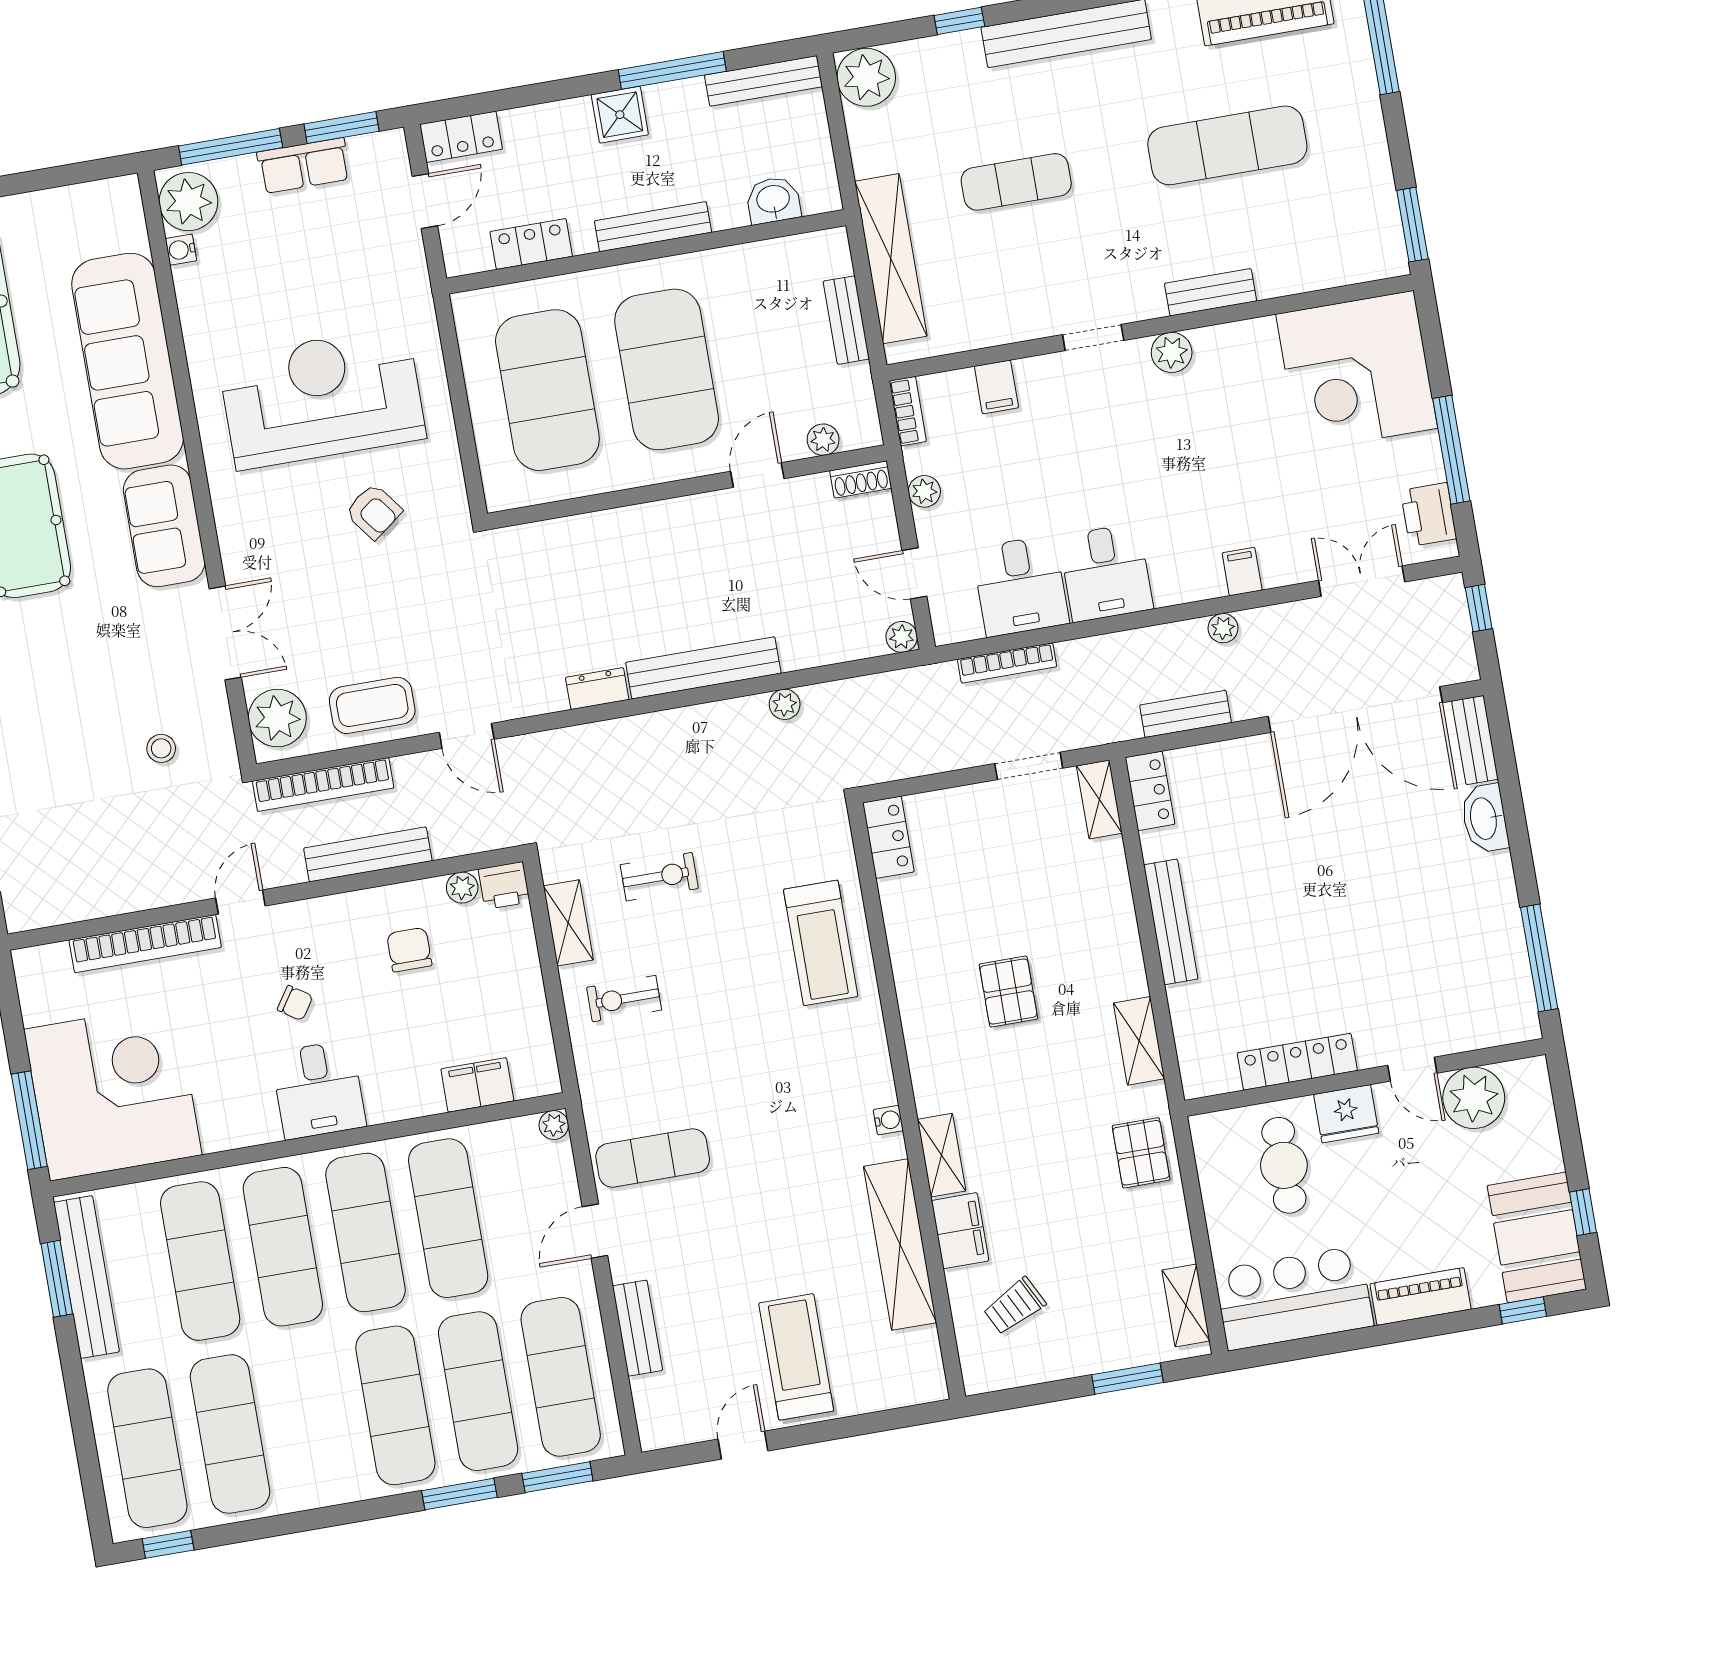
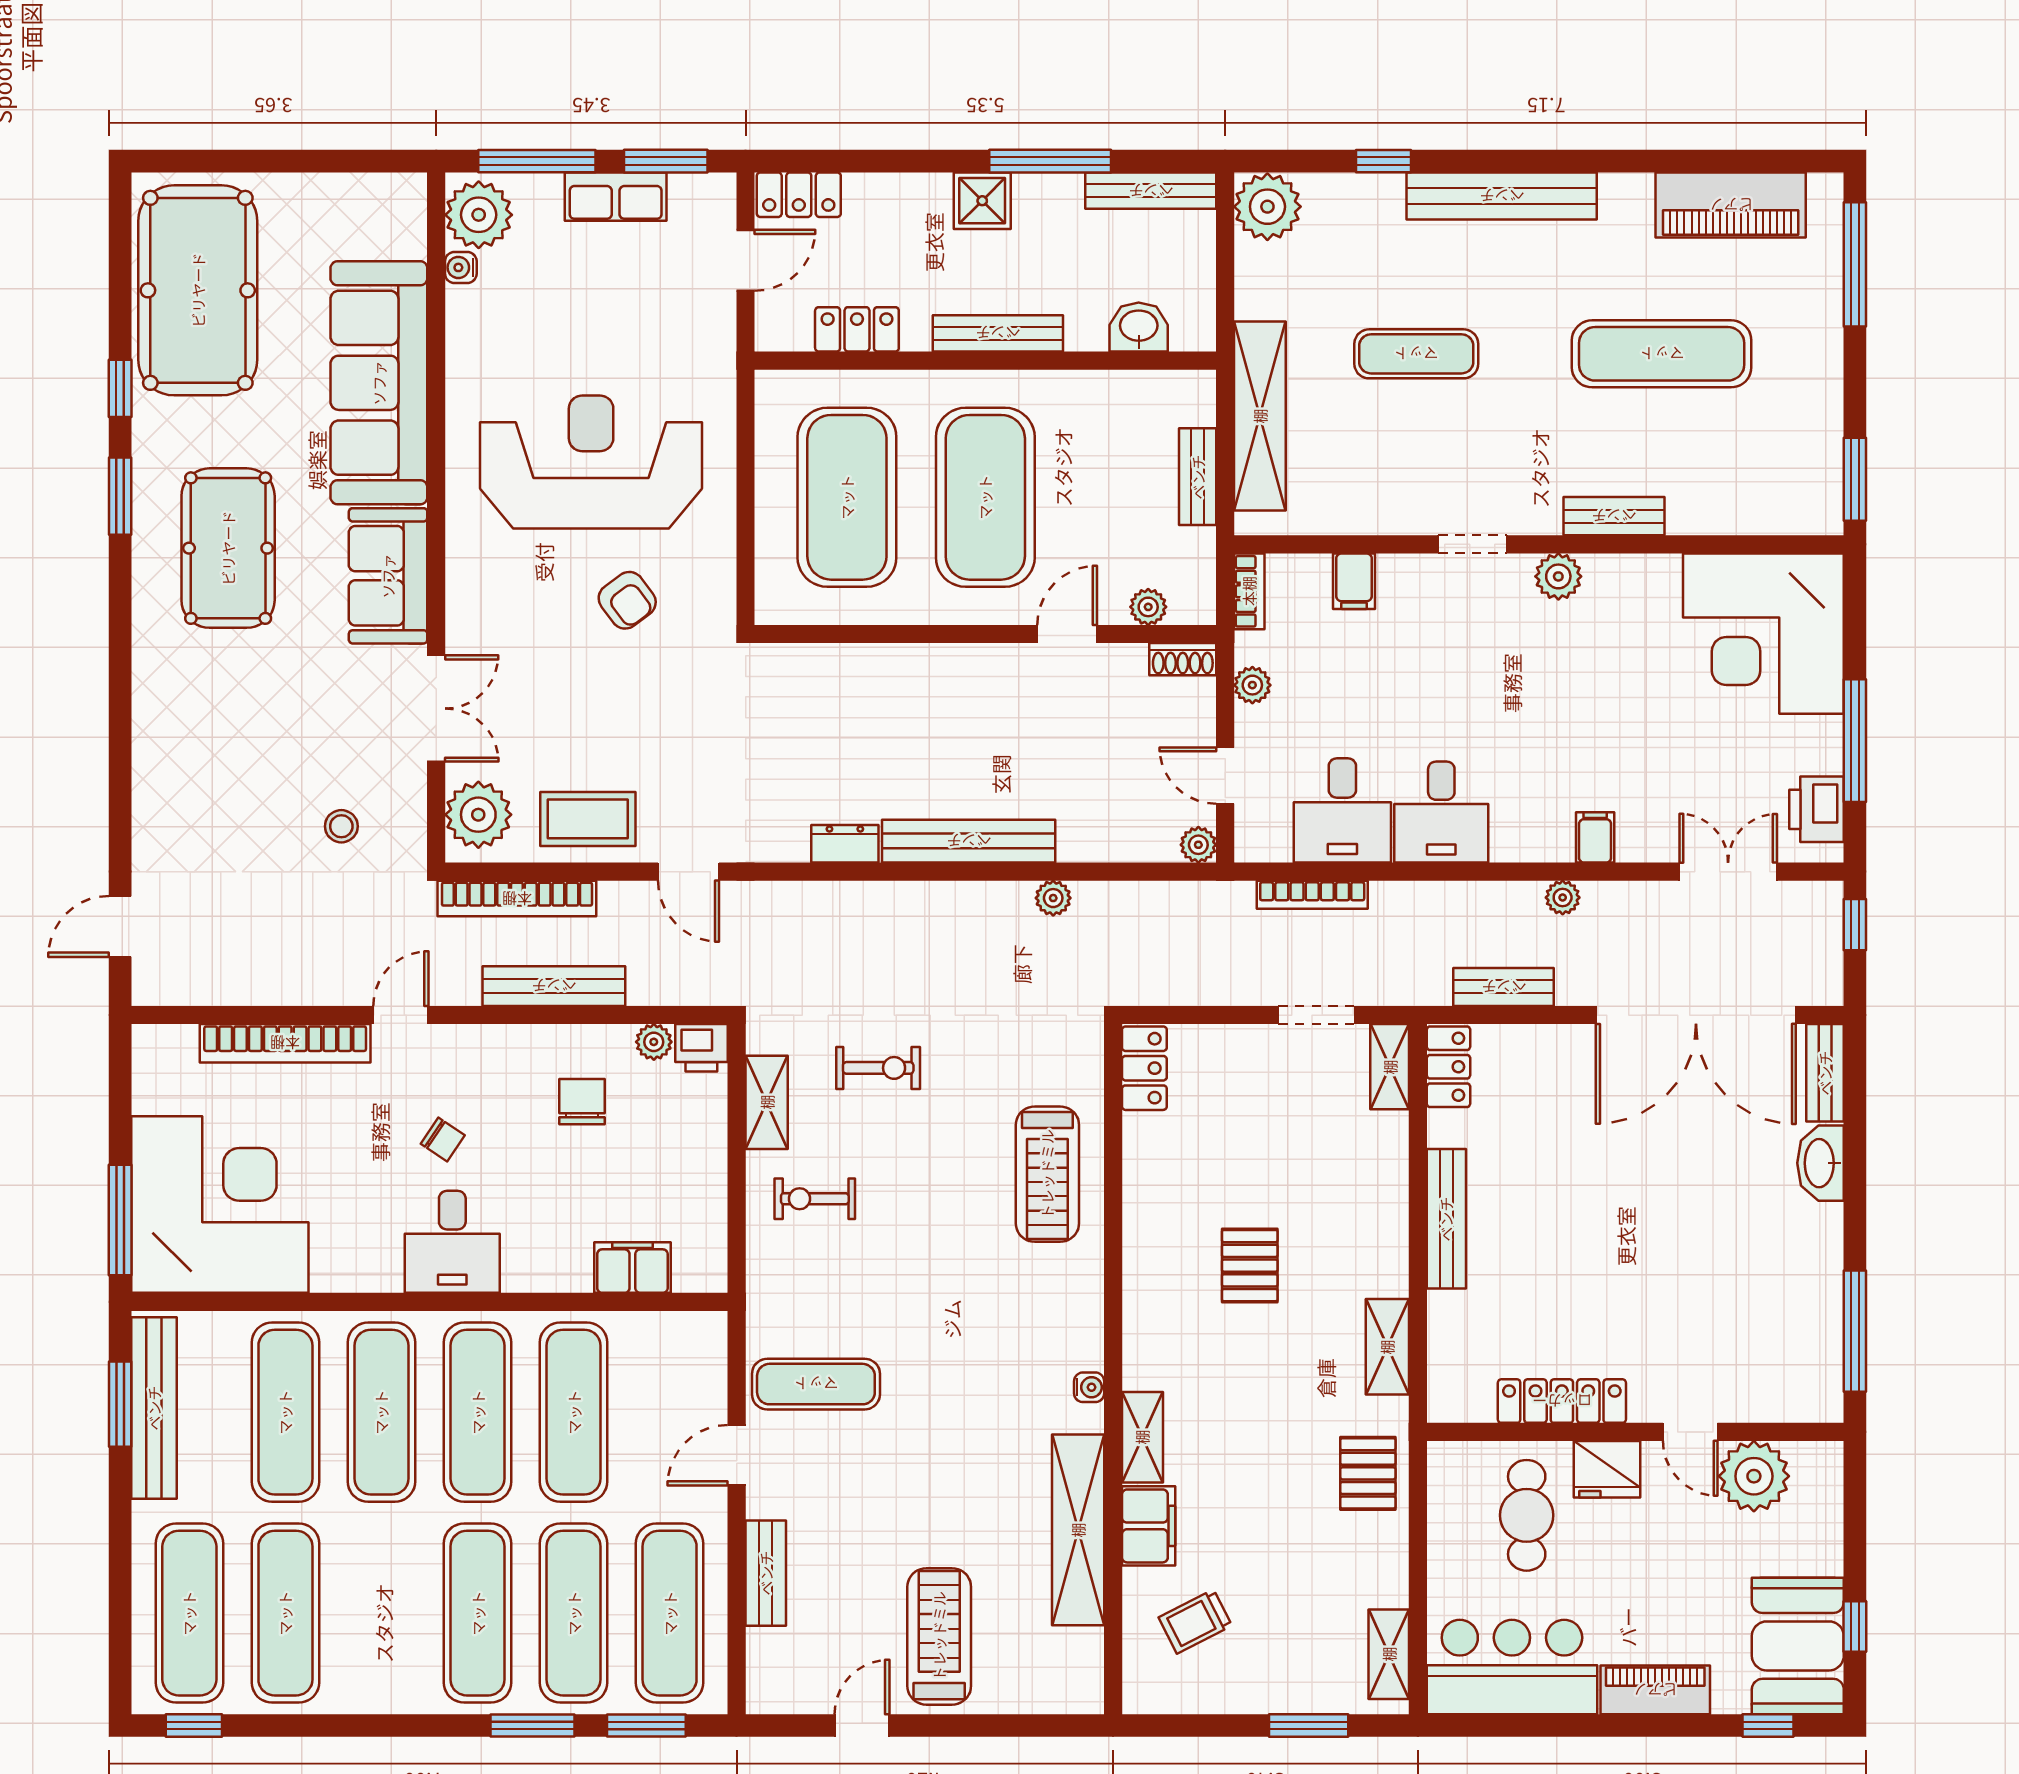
plant: (554, 1125) -> (711, 1328), removed

